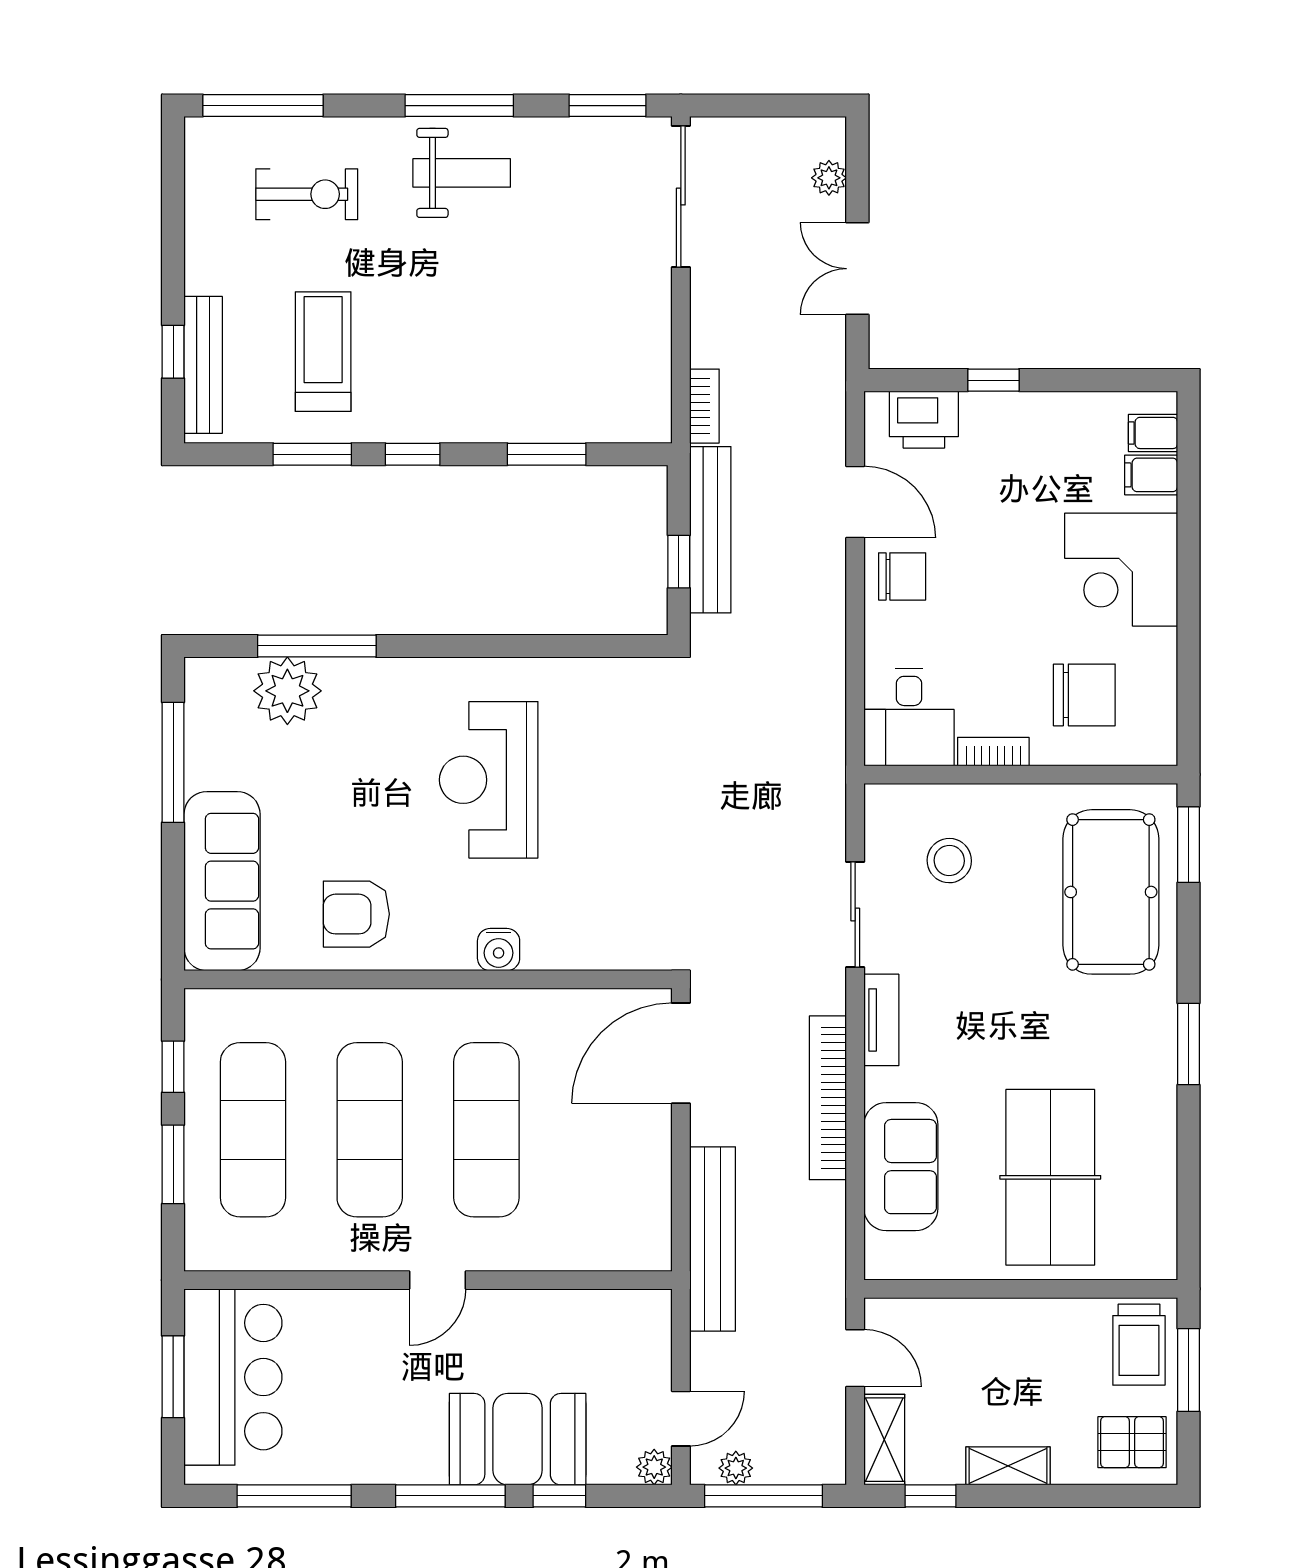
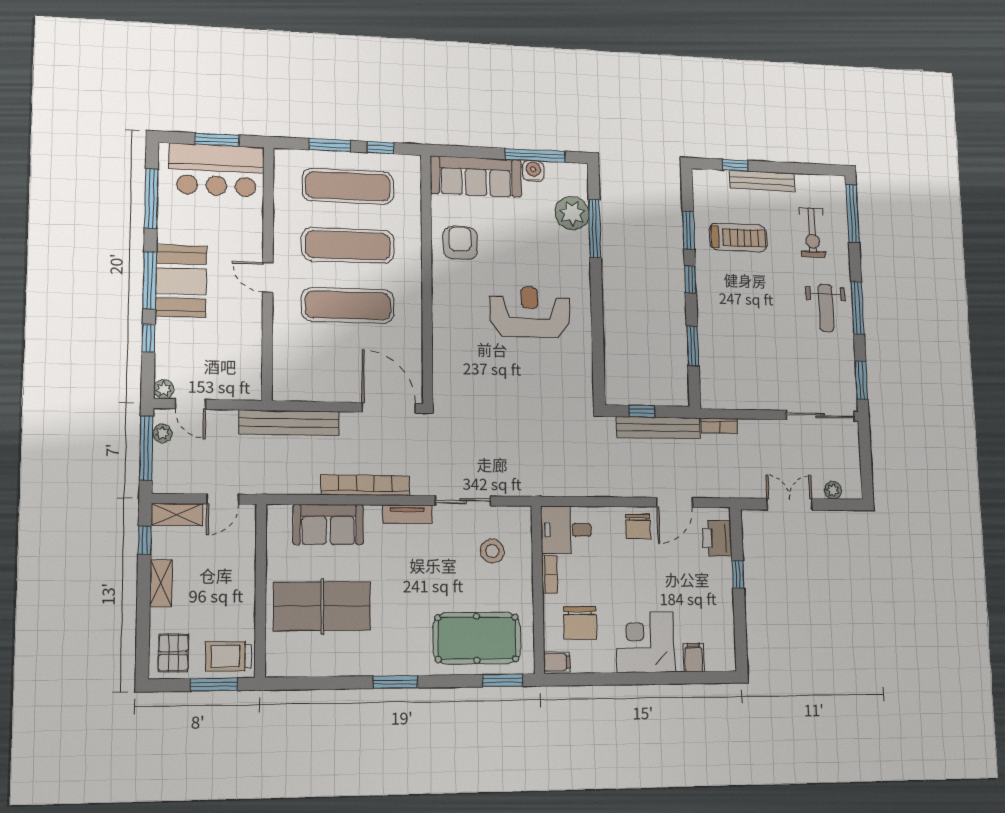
bench: (203, 365) -> (762, 181), moved
filing cabinet: (1153, 433) -> (557, 662), moved, turned 90
water cooler: (499, 950) -> (533, 171), moved, turned 90
booth: (518, 1439) -> (181, 281), moved

